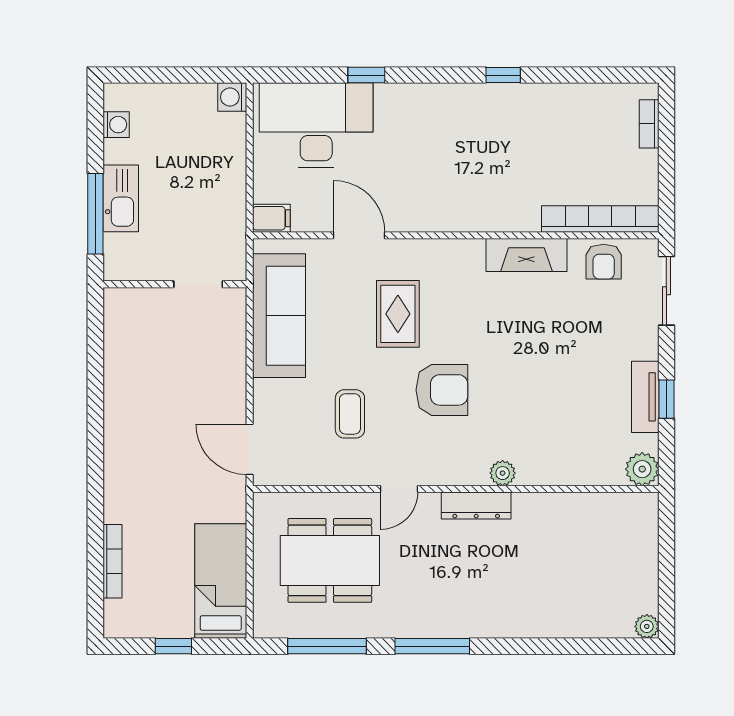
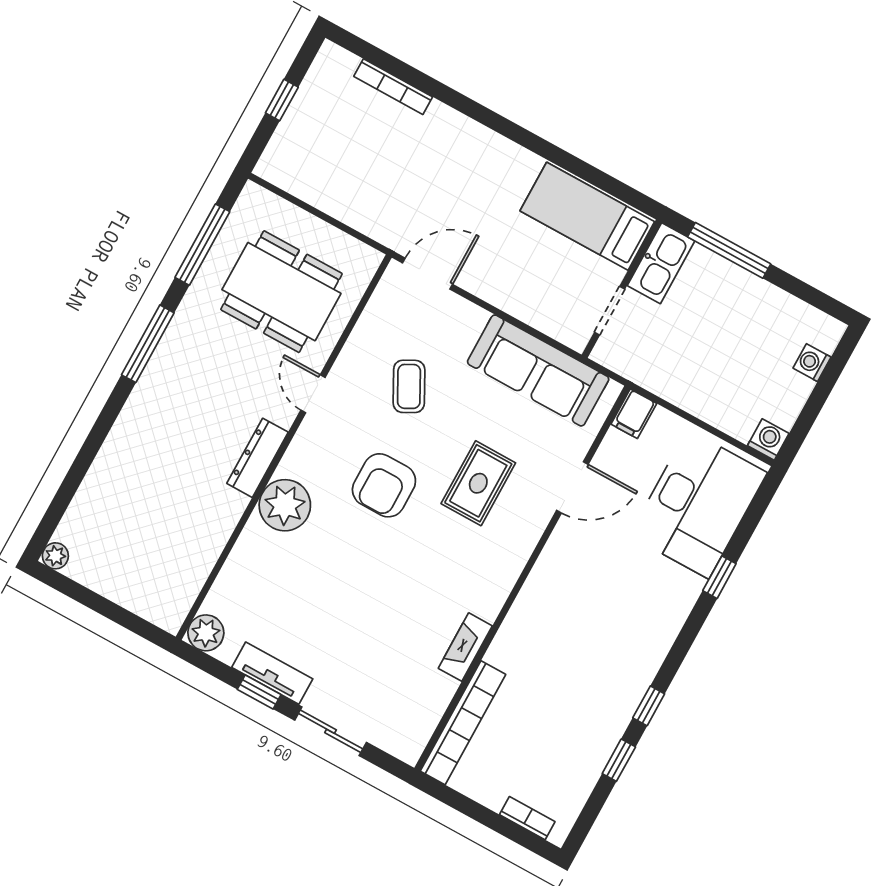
window: (561, 75) -> (619, 760), added
washing machine: (116, 125) -> (812, 363), moved, turned 90
kitchen sink: (121, 198) -> (661, 263), moved, turned -90
fireplace: (526, 255) -> (465, 647), width x0.73, depth x0.76
armchair: (604, 262) -> (421, 704), removed
sliding door: (666, 291) -> (331, 731), moved
rug: (398, 314) -> (478, 483), turned 90
coffee table: (350, 414) -> (409, 386), turned 62
plant: (503, 473) -> (285, 505), width x1.87, depth x1.87
dining table: (330, 560) -> (281, 292), turned 90
bed: (221, 581) -> (587, 216), moved, turned 180

